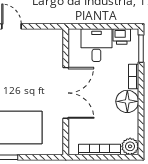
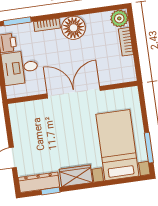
bookcase: (99, 150) -> (126, 42), width x0.64

